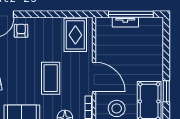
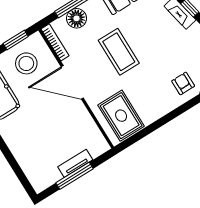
window: (131, 14) -> (75, 176), width x0.68
armchair: (21, 31) -> (183, 83), turned 180

